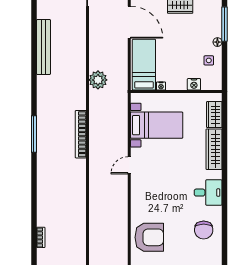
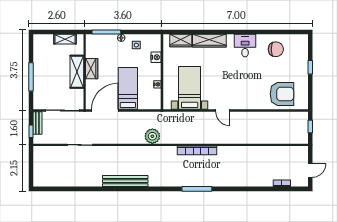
bed: (144, 65) -> (128, 88), moved, turned 90
armchair: (149, 237) -> (282, 94), turned 90

